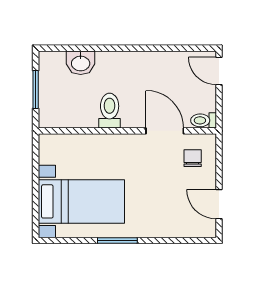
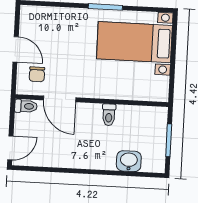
door: (219, 71) -> (10, 148), hinge flipped
toilet: (110, 111) -> (109, 115), width x0.73, depth x0.72
door: (219, 204) -> (16, 49), moved

